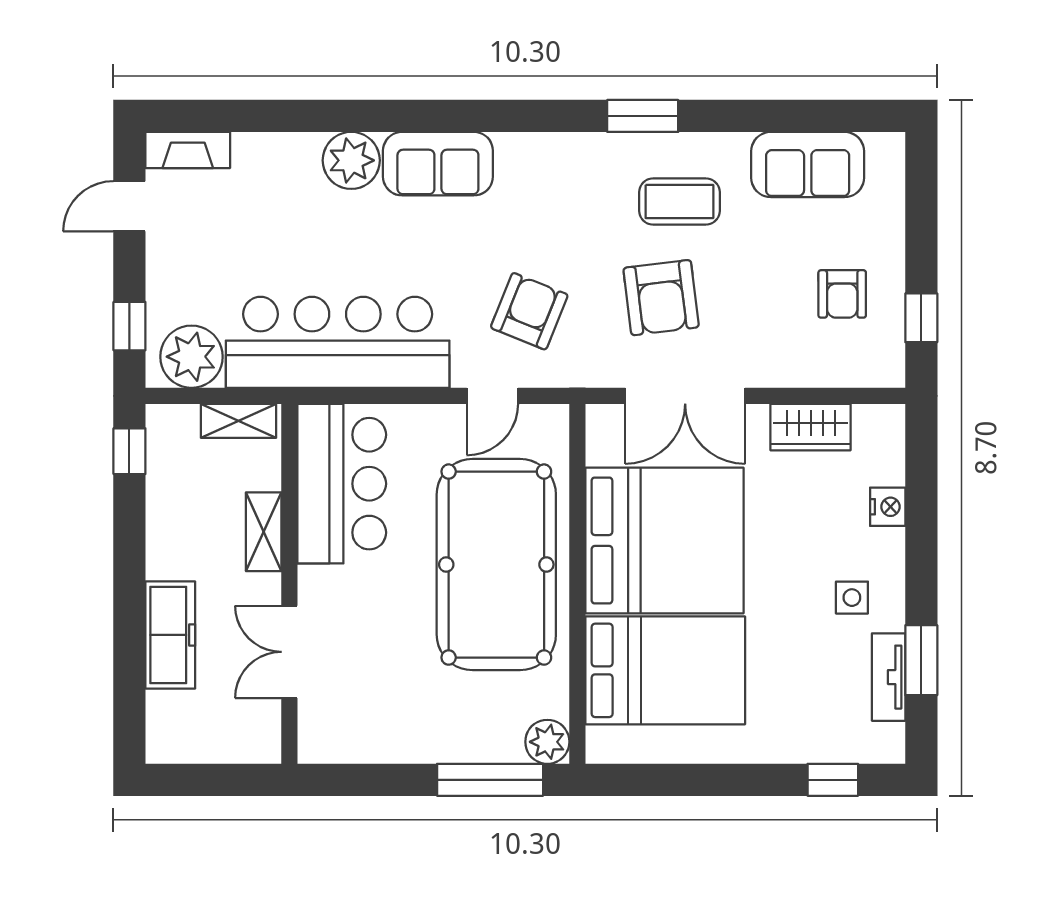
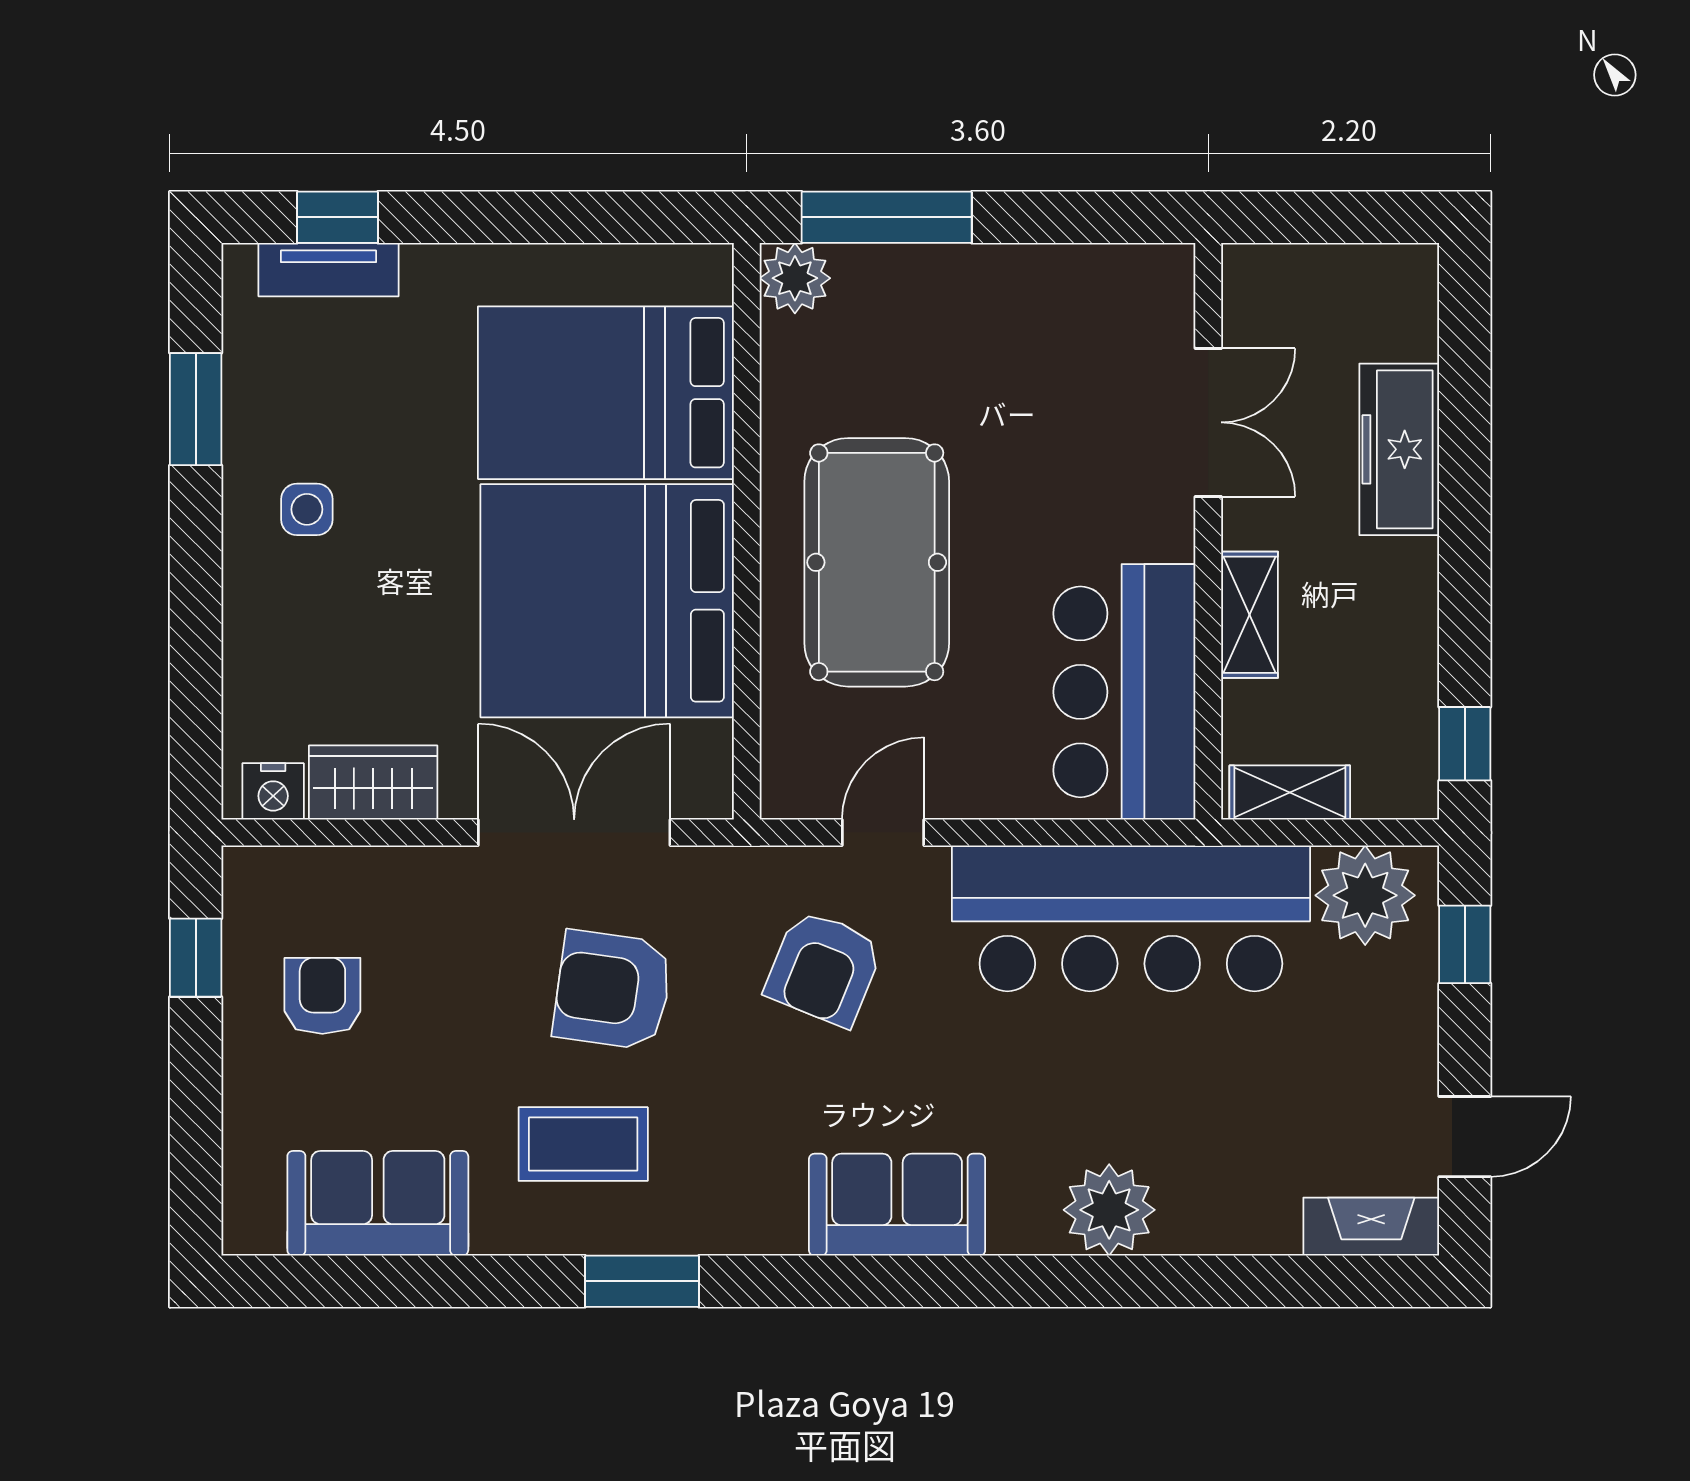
sofa: (438, 164) -> (897, 1205), moved
armchair: (661, 298) -> (613, 990), turned -75
nightstand: (888, 507) -> (273, 791), moved, turned -90
pool table: (496, 565) -> (877, 562), width x0.73, depth x0.76
tv unit: (889, 677) -> (329, 270), moved, turned 90

